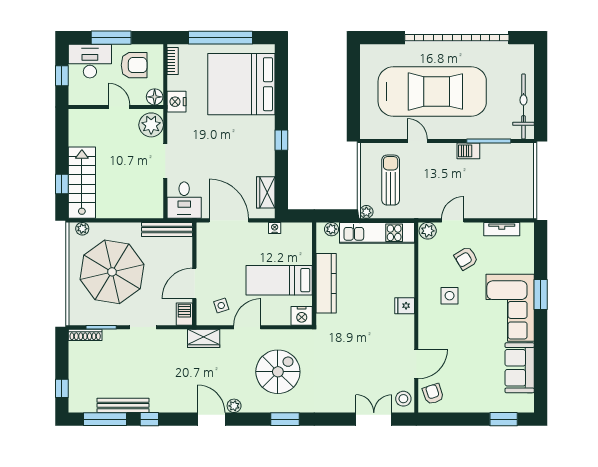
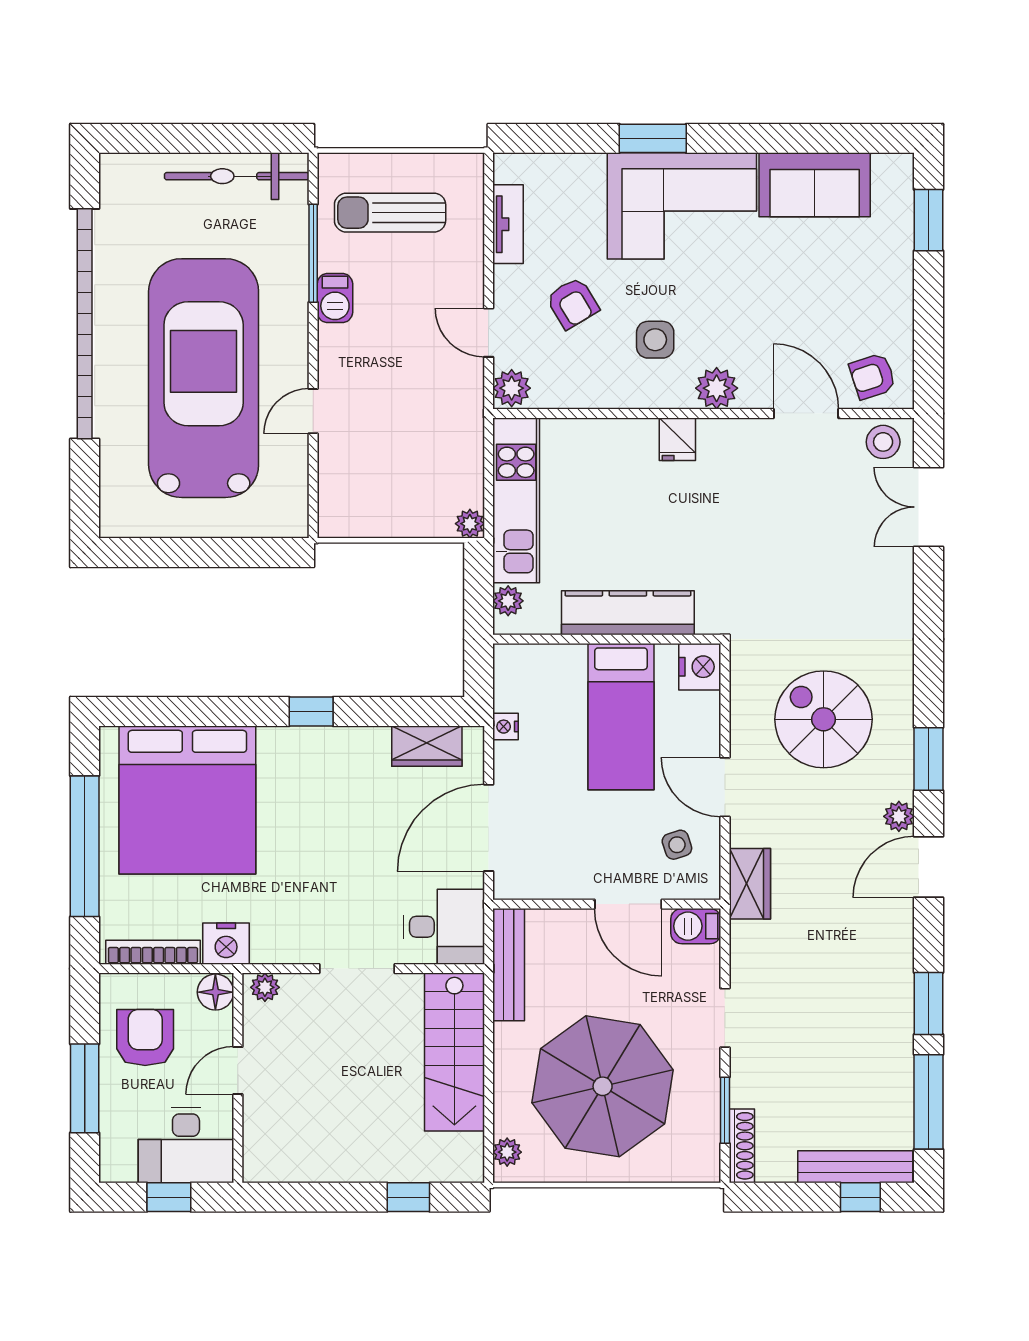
desk: (90, 61) -> (186, 1145), moved, turned -90
bookcase: (173, 61) -> (153, 952), width x1.56
plant: (151, 125) -> (265, 987), width x0.53, depth x0.53
sun lounger: (391, 180) -> (390, 213), moved
stairs: (82, 183) -> (454, 1052), moved, turned -90
plant: (428, 323) -> (717, 388), added
bench: (123, 405) -> (855, 1167), moved, turned 90
window: (149, 419) -> (928, 1003), width x1.50
window: (285, 419) -> (928, 759), moved

